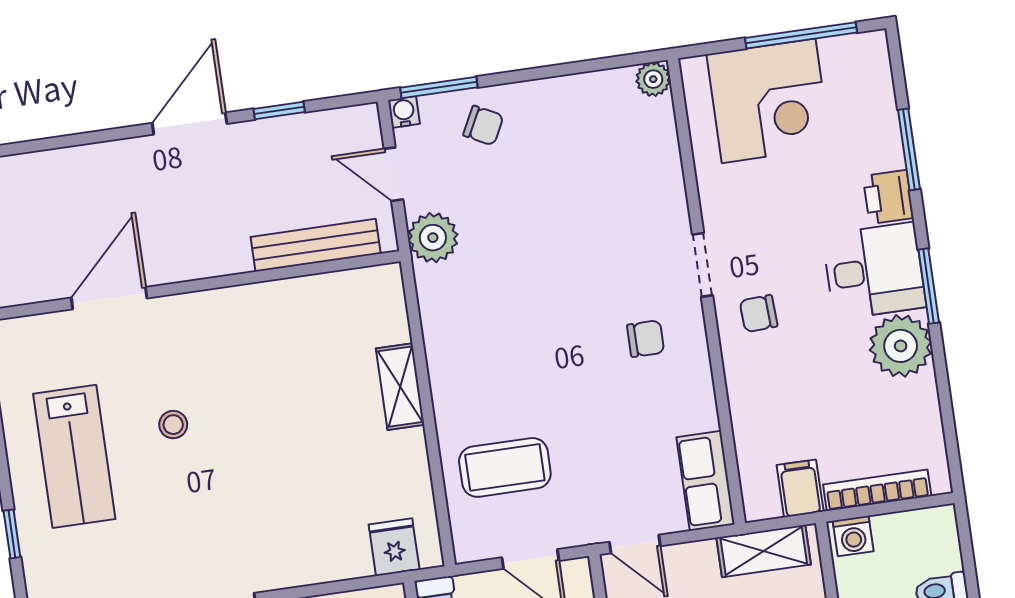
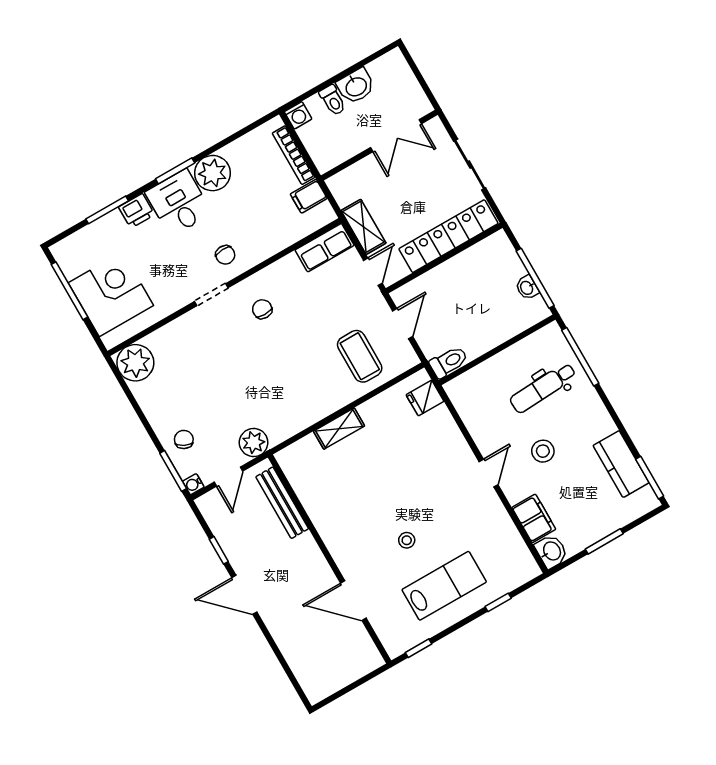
plant: (653, 79) -> (135, 363), width x1.88, depth x1.88
washing machine: (853, 536) -> (298, 115), moved, turned 90
shelving: (764, 551) -> (364, 227), moved

